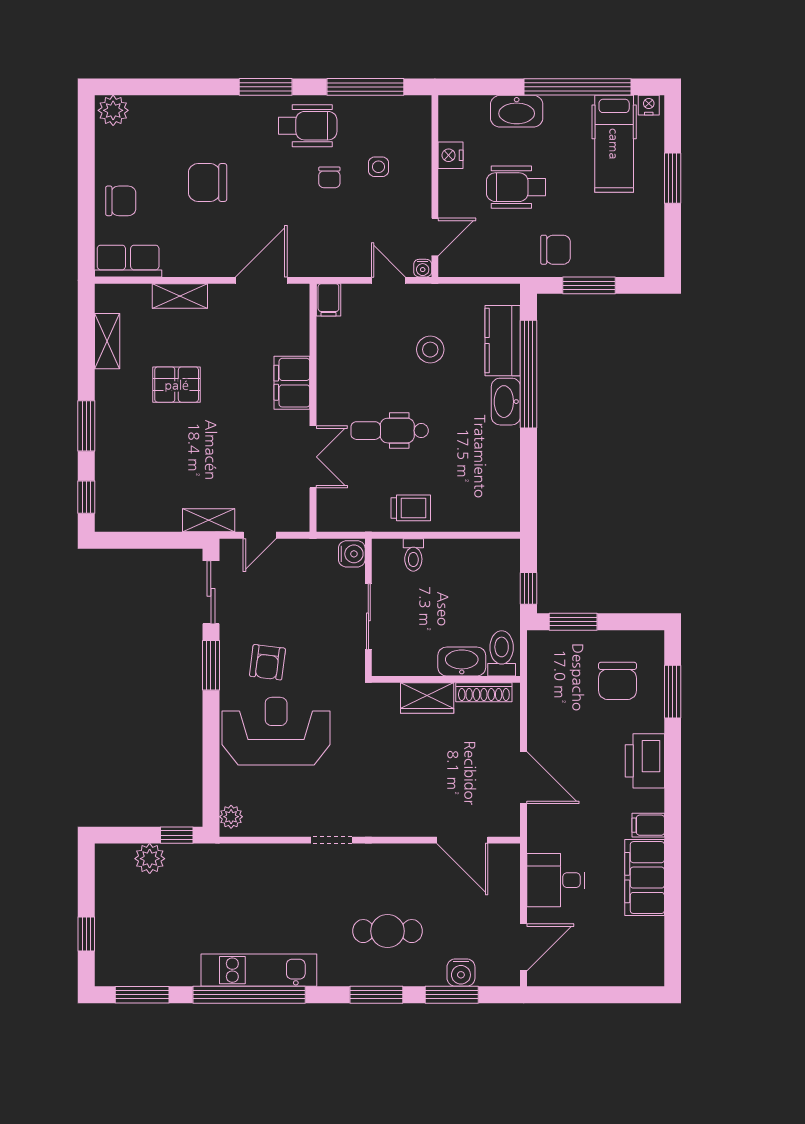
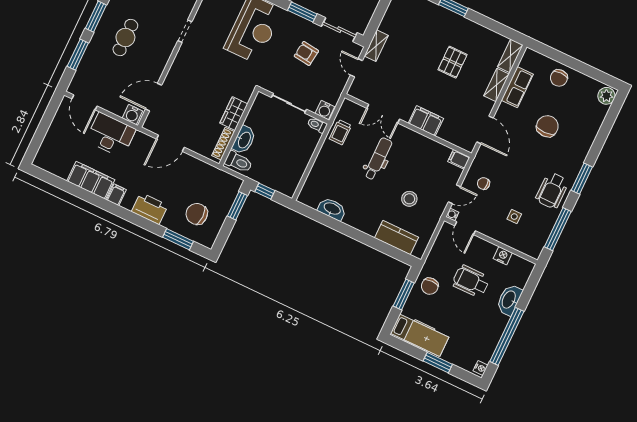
hospital bed: (614, 144) -> (420, 335), moved, turned 180
chair: (329, 177) -> (484, 184), moved
wheelchair: (516, 187) -> (471, 281), turned -90
row of seats: (128, 261) -> (517, 87), moved
shelving: (107, 341) -> (510, 56), moved, turned 90
window: (529, 374) -> (373, 243), removed
washbasin: (506, 402) -> (332, 209), moved
trolley: (411, 508) -> (340, 132), moved
toilet: (413, 555) -> (317, 125), moved
armchair: (267, 662) -> (306, 53), moved
desk: (556, 880) -> (111, 135), width x1.37
water cooler: (461, 973) -> (132, 114), moved, turned -90

